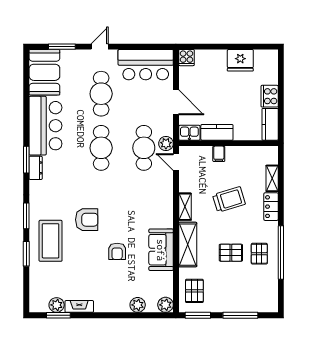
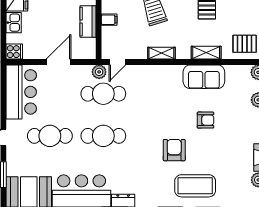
kitchen sink: (189, 133) -> (14, 23), moved, turned 180
shelving: (188, 245) -> (206, 53), width x0.67, depth x0.75

